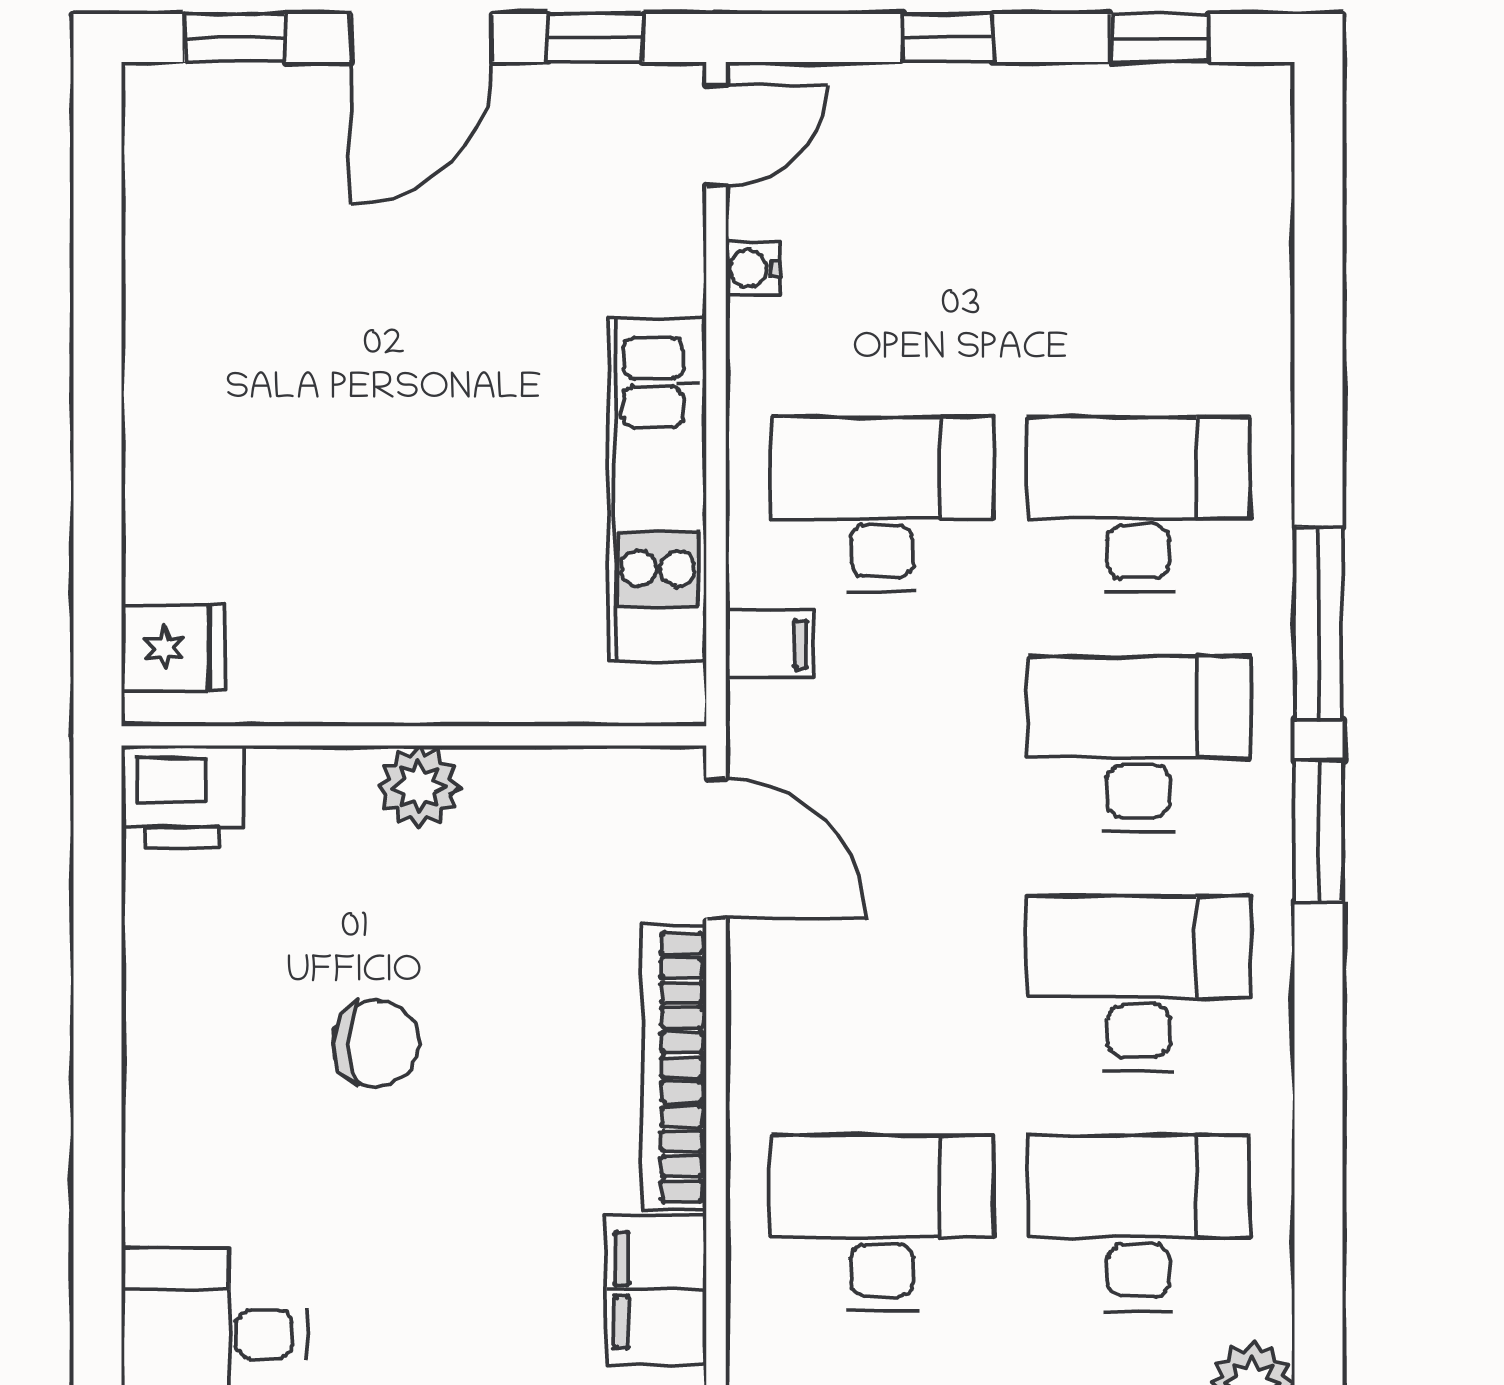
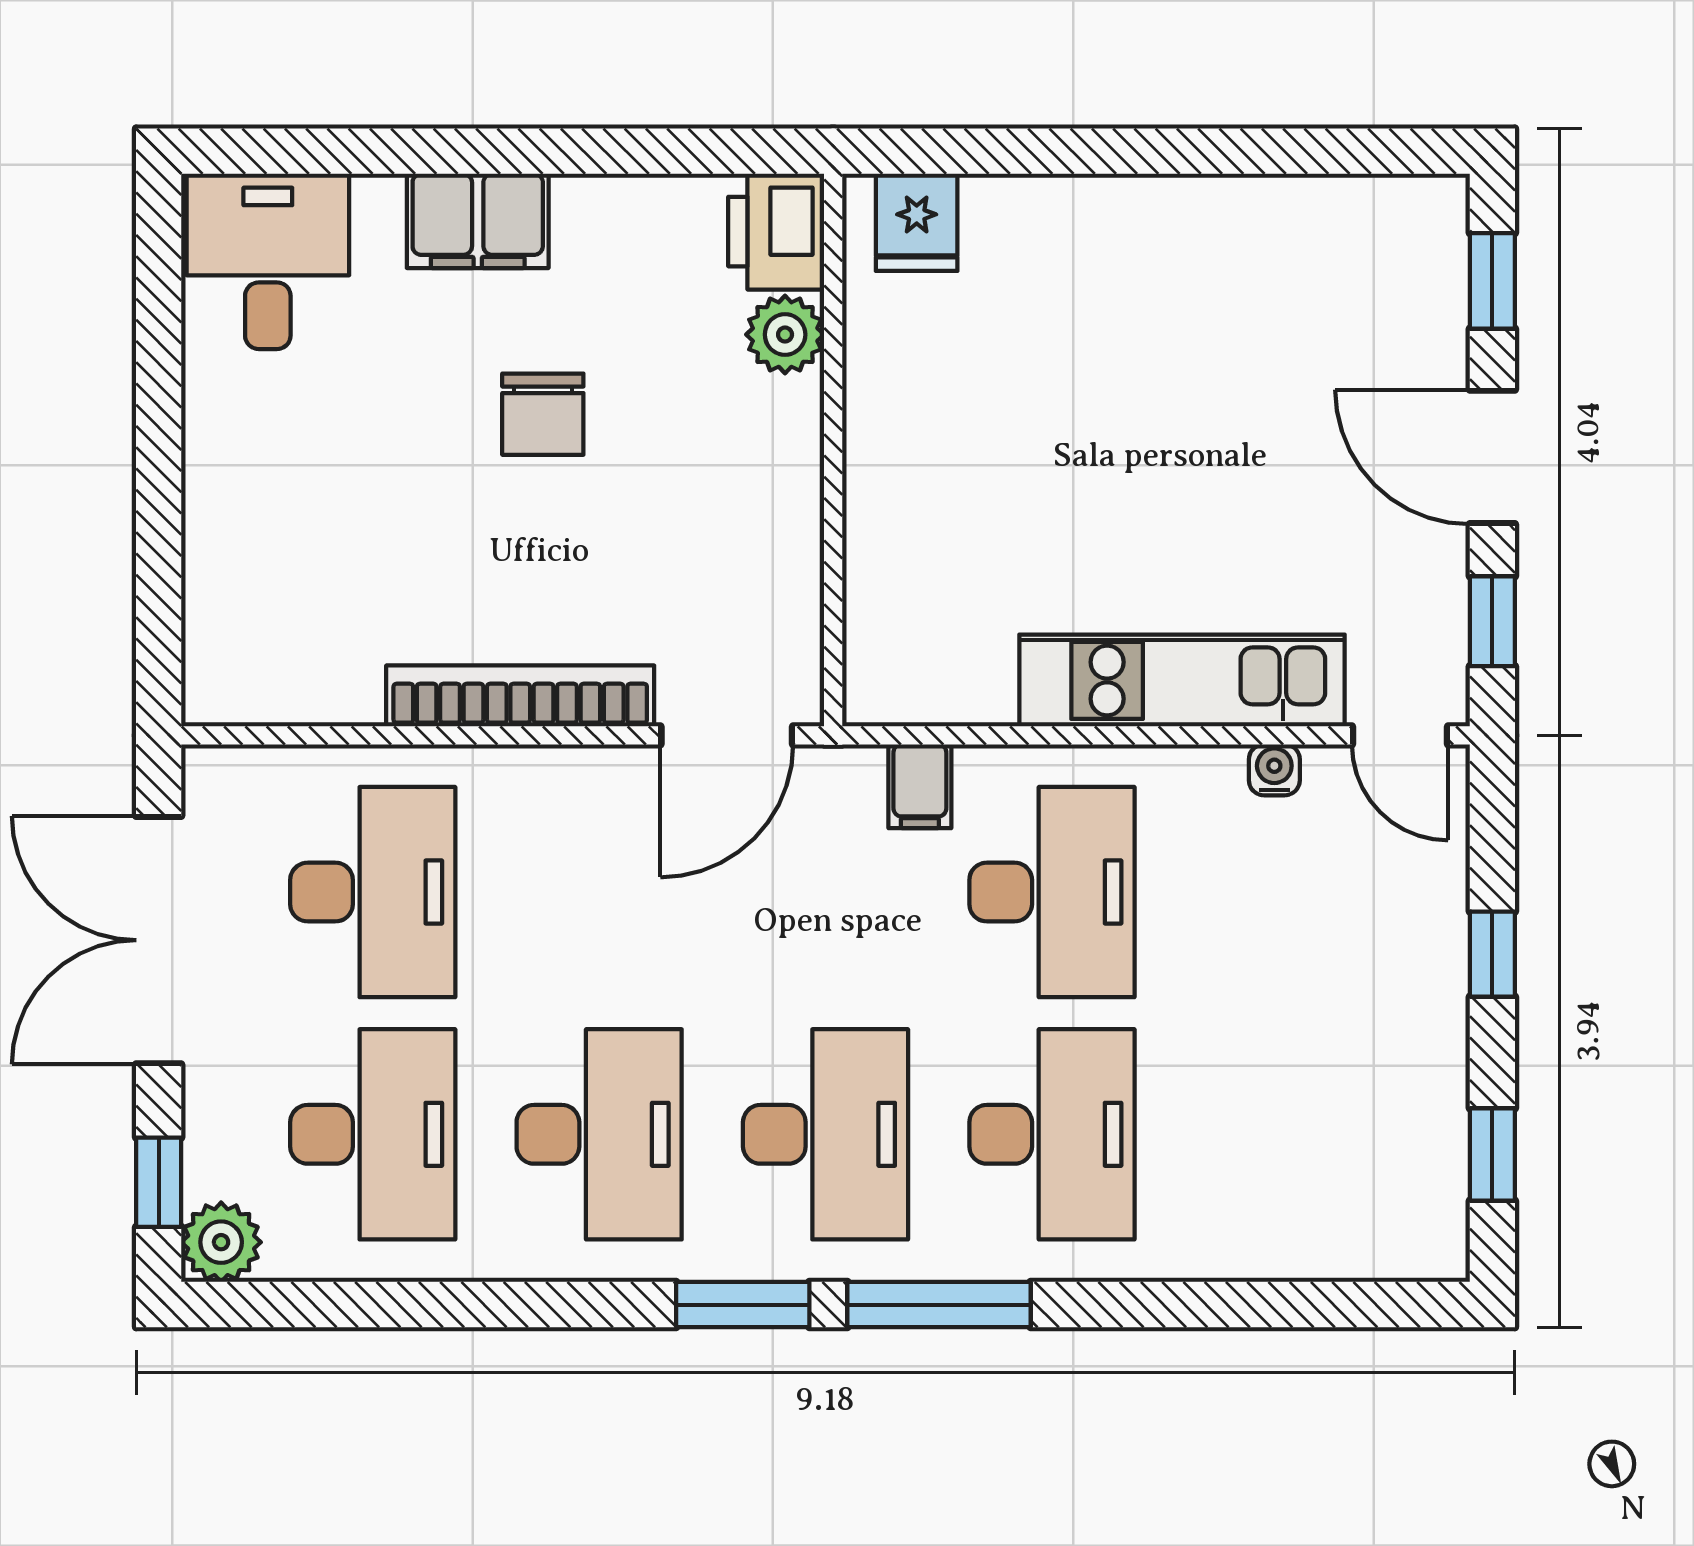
kitchen unit: (658, 489) -> (1182, 680), moved
plant: (419, 787) -> (785, 335), moved
filing cabinet: (656, 1290) -> (478, 221), moved, turned 180

